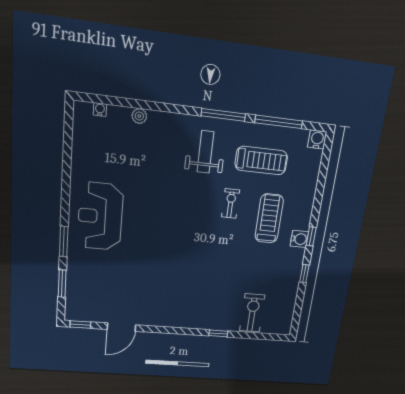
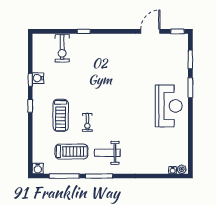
plant: (139, 116) -> (182, 169), moved
weight bench: (205, 152) -> (107, 153), turned 90
treadmill: (261, 161) -> (71, 151), turned 180
water cooler: (299, 239) -> (38, 78), moved

